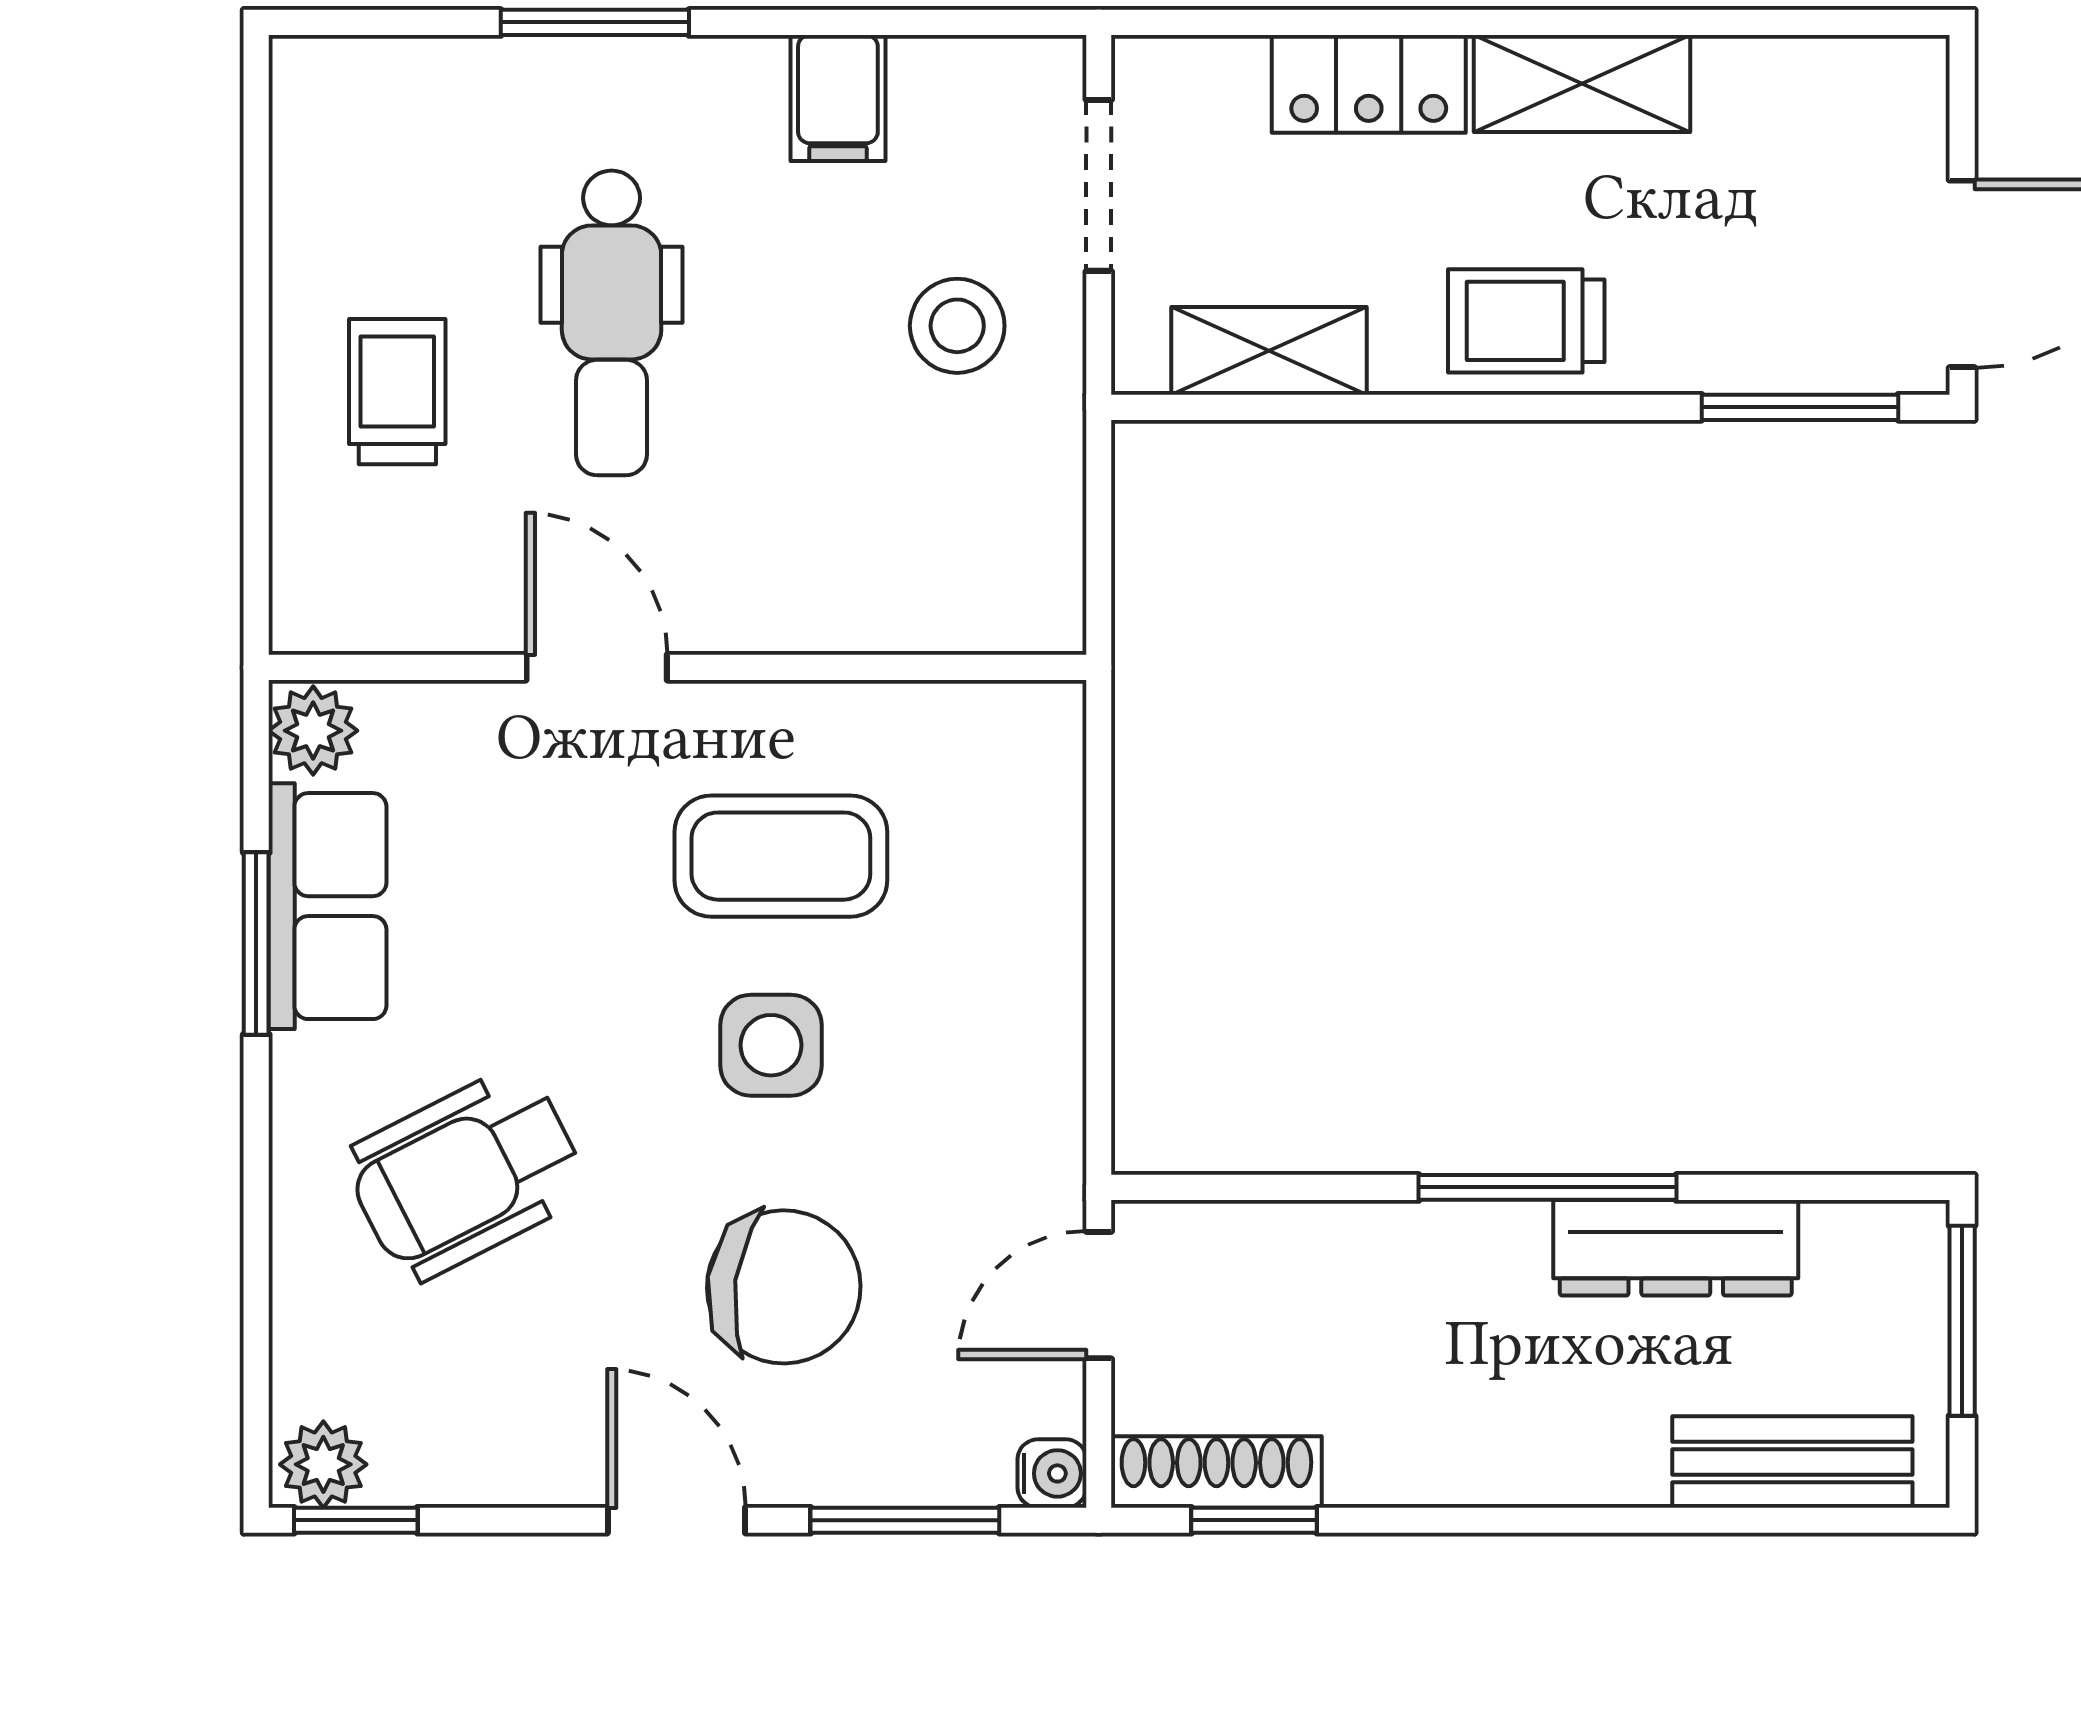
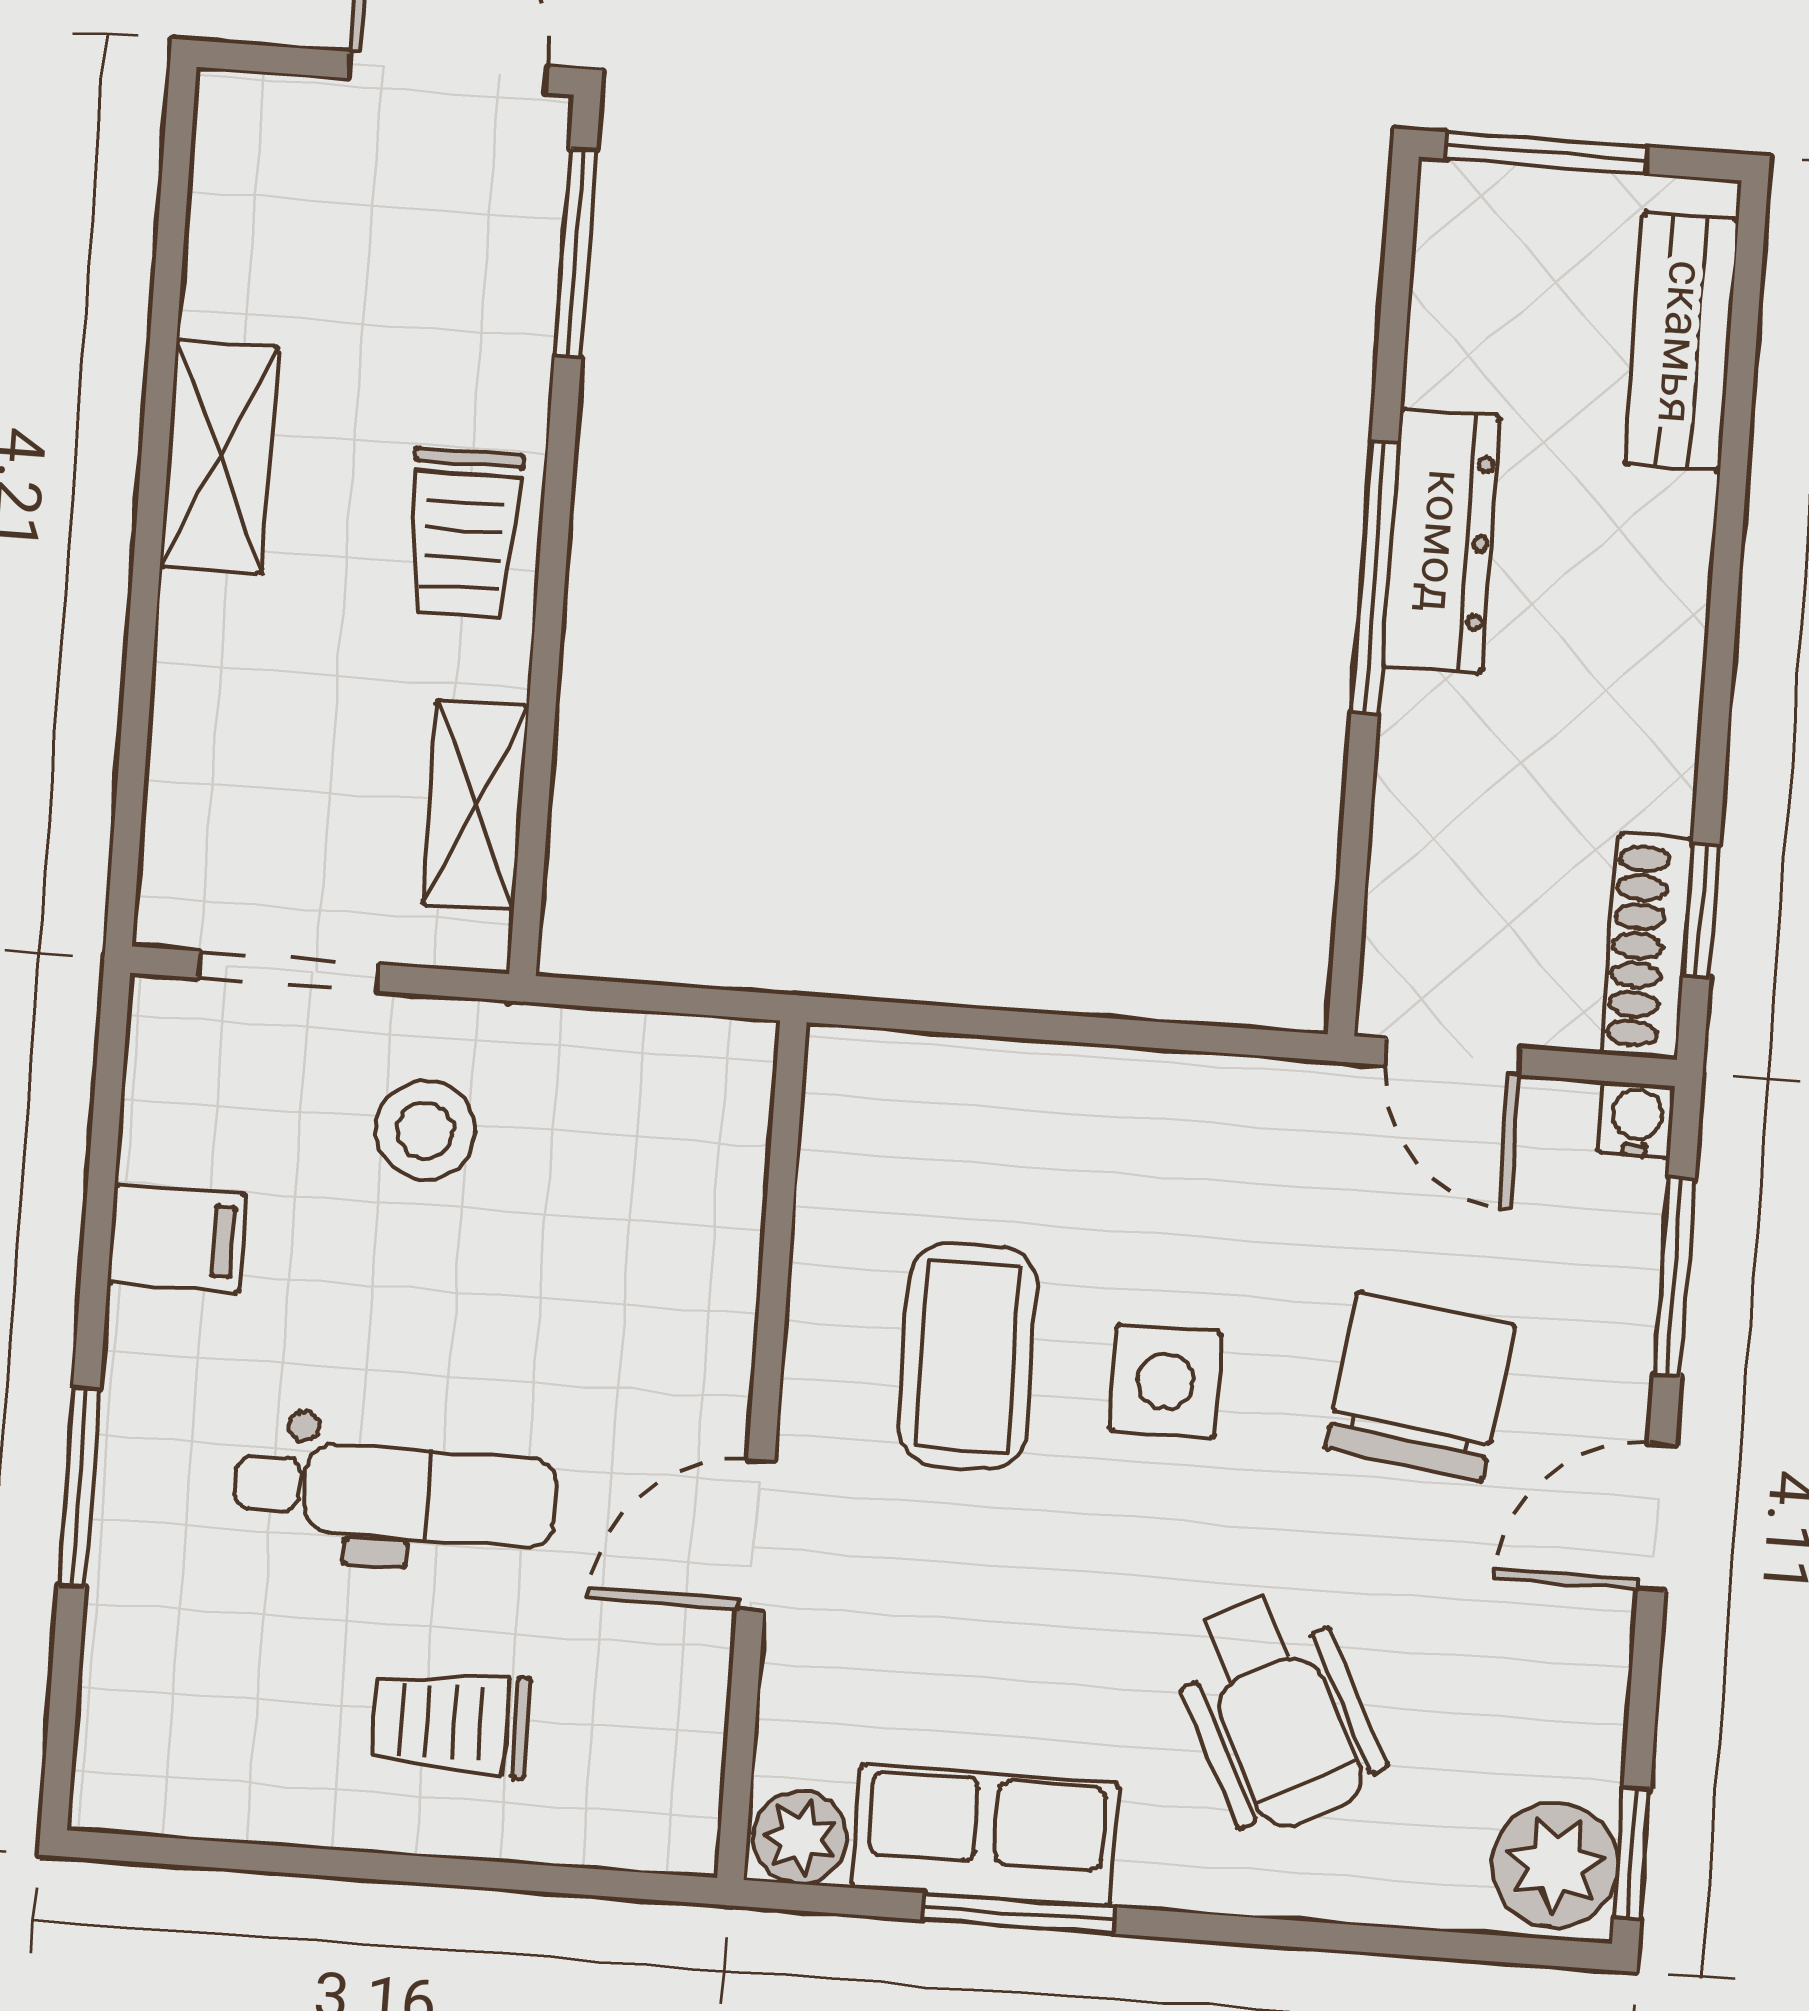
locker: (1369, 84) -> (203, 680), removed
dresser: (1676, 1248) -> (1441, 541), moved
plant: (323, 1464) -> (1555, 1865), width x1.38, depth x1.38

